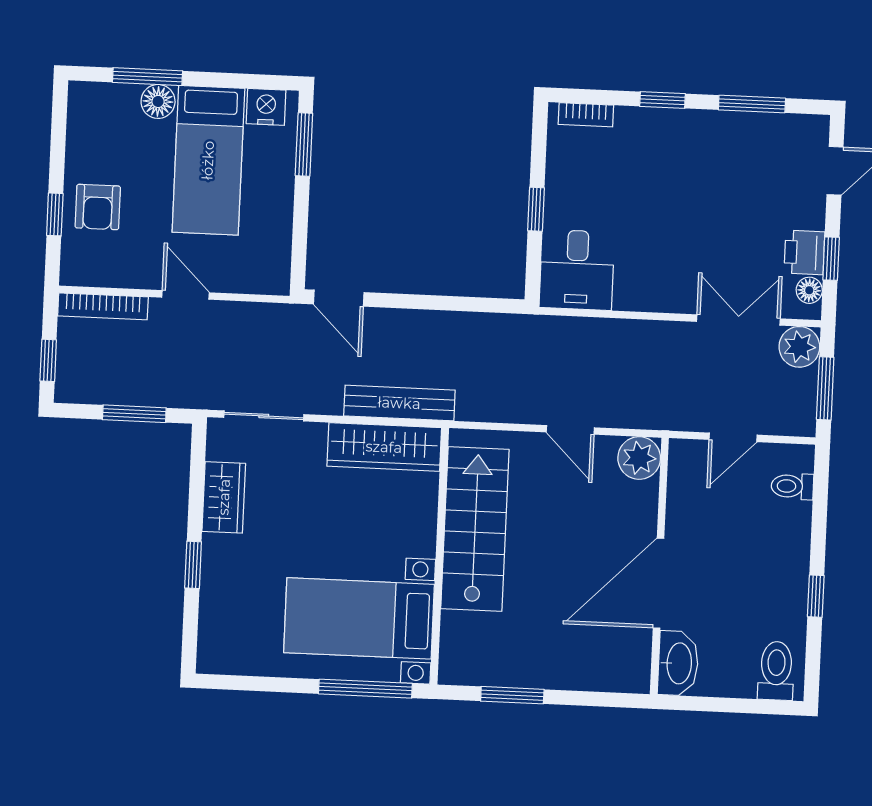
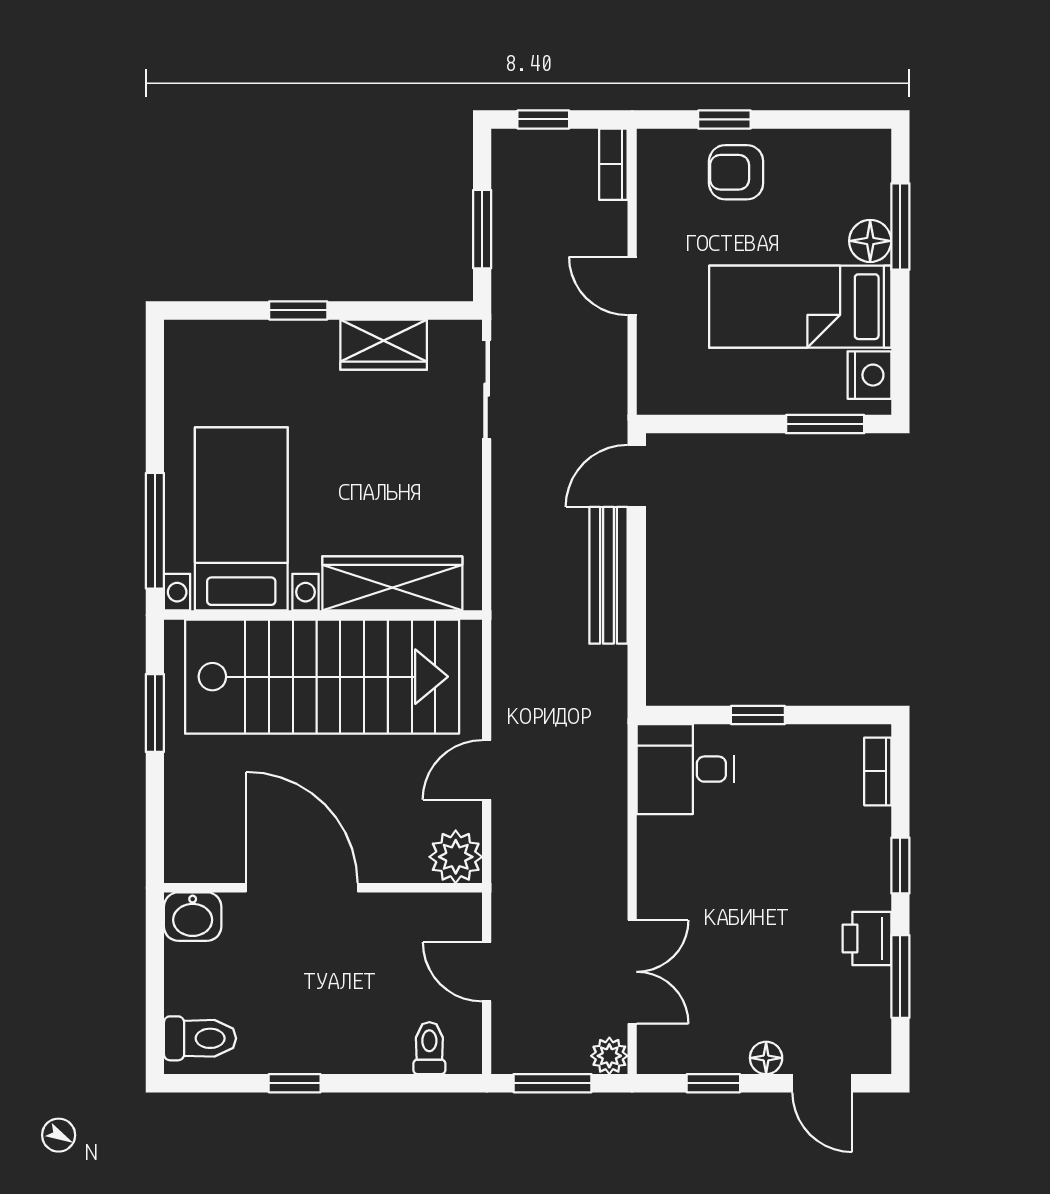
printer: (804, 252) -> (867, 938), moved, turned -90
floor lamp: (809, 290) -> (766, 1058), moved
door: (186, 295) -> (632, 286), swing flipped
bookcase: (103, 306) -> (613, 164), width x0.64
plant: (799, 347) -> (609, 1056), width x0.73, depth x0.73
bench: (399, 403) -> (608, 575), moved
wardrobe: (384, 447) -> (392, 583), moved, turned 90
stairs: (475, 529) -> (322, 677), width x1.36, depth x1.51
washbasin: (678, 663) -> (193, 917), width x0.72

